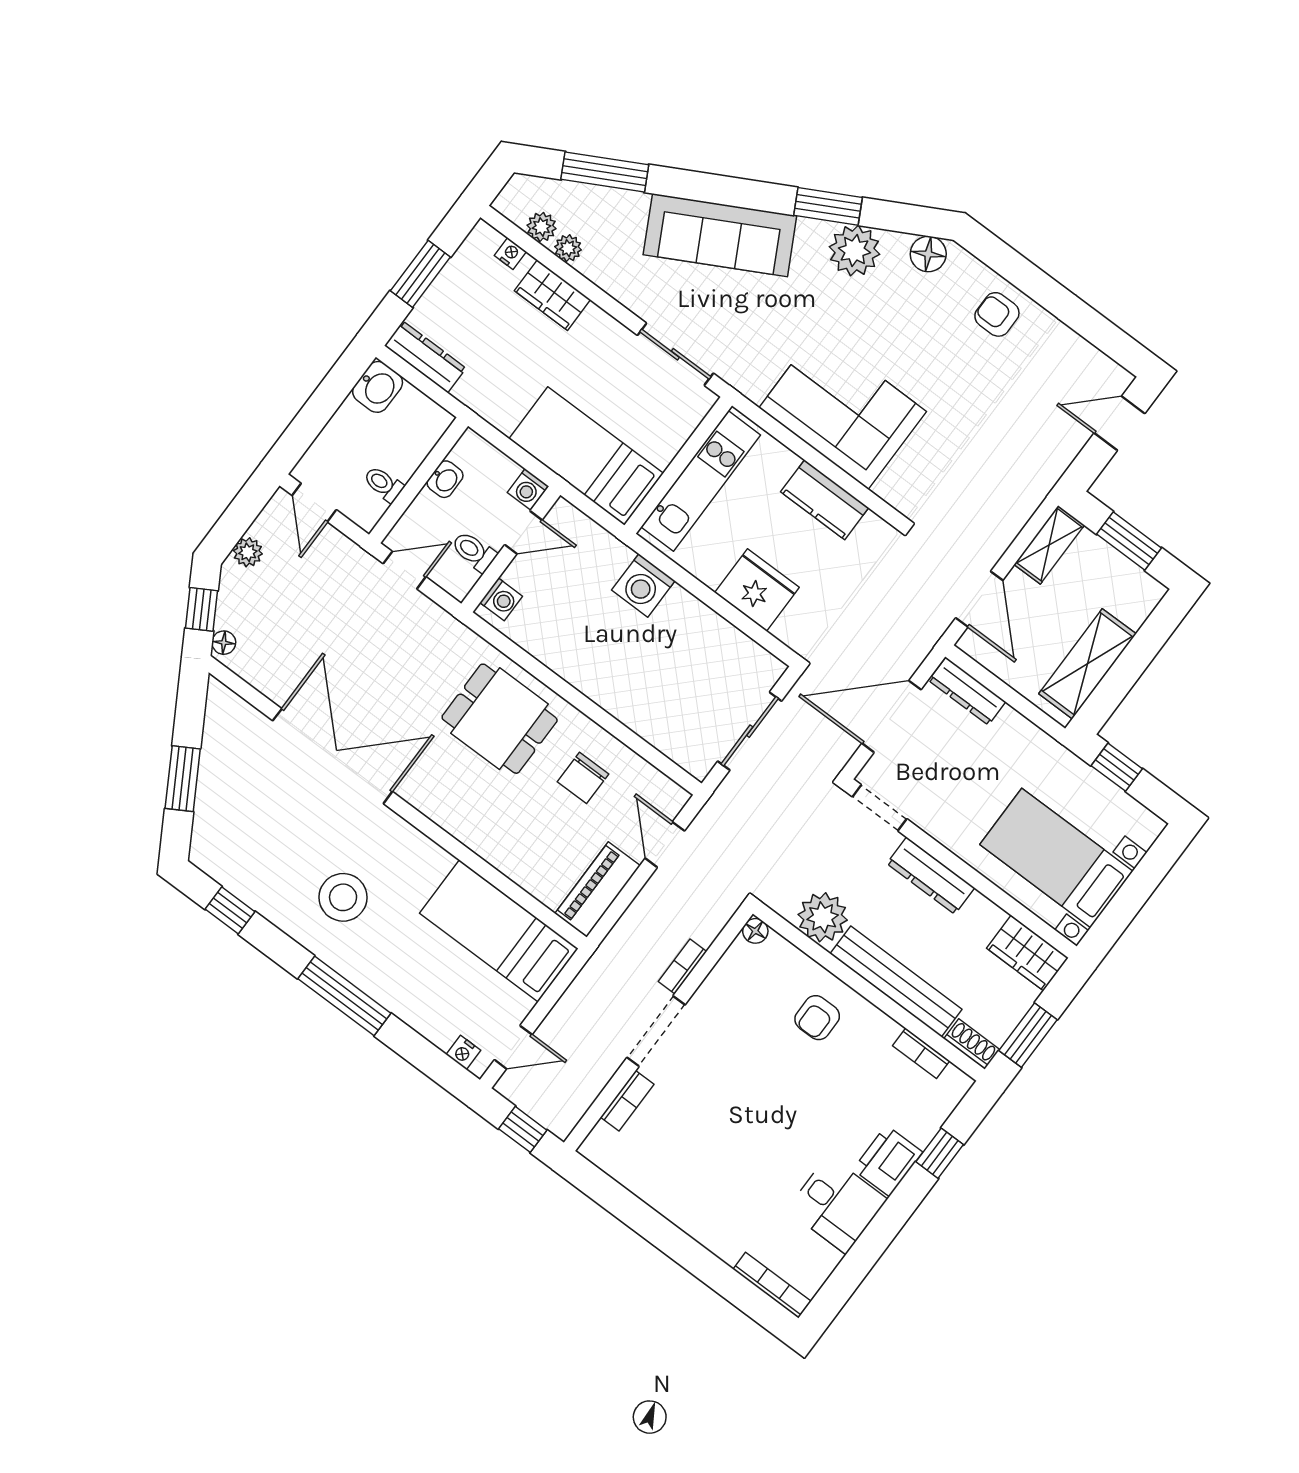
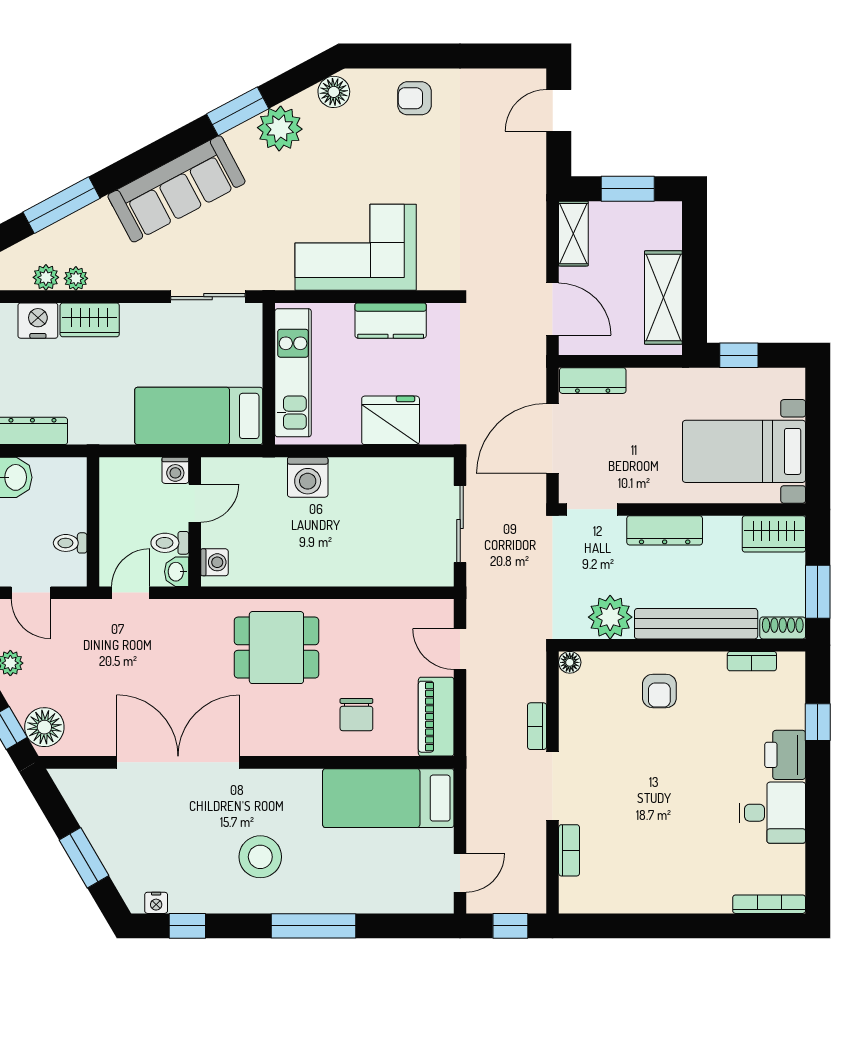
nightstand: (510, 254) -> (38, 321), width x1.89, depth x1.79
washbasin: (445, 479) -> (177, 572), moved, turned 180
floor lamp: (224, 643) -> (44, 727), width x1.89, depth x1.89
chair: (583, 778) -> (356, 715), moved
nightstand: (463, 1052) -> (156, 903), moved

